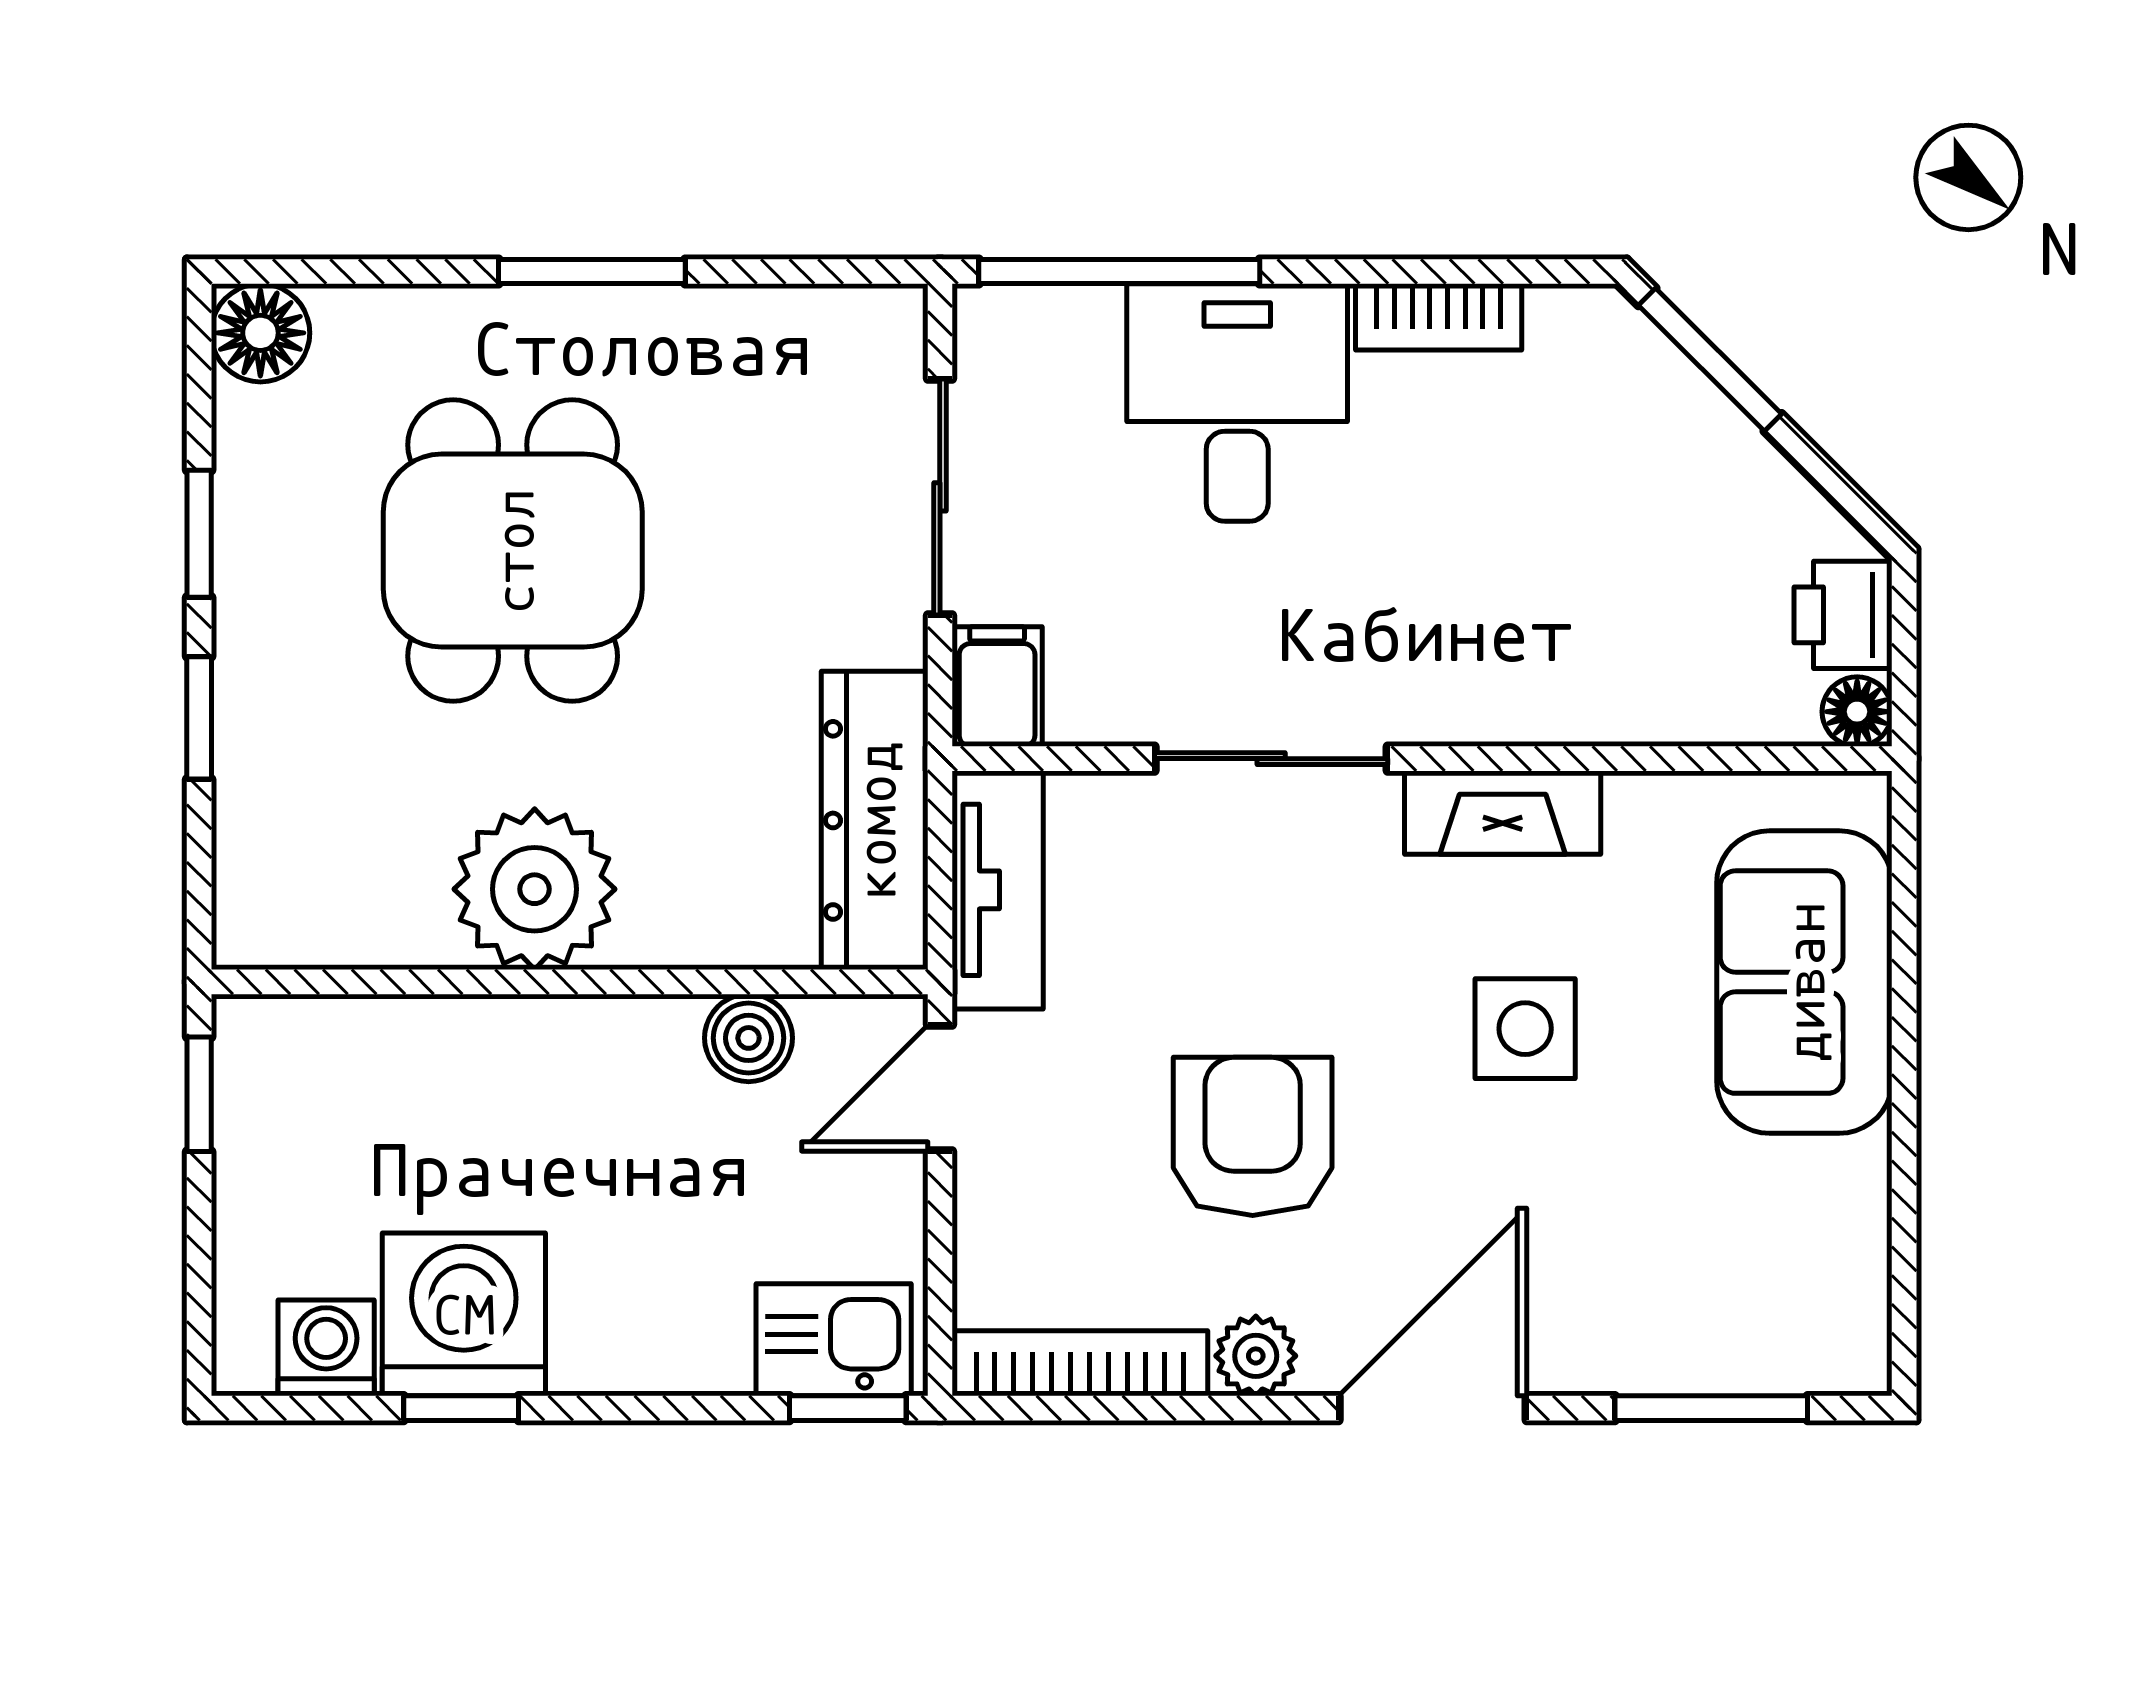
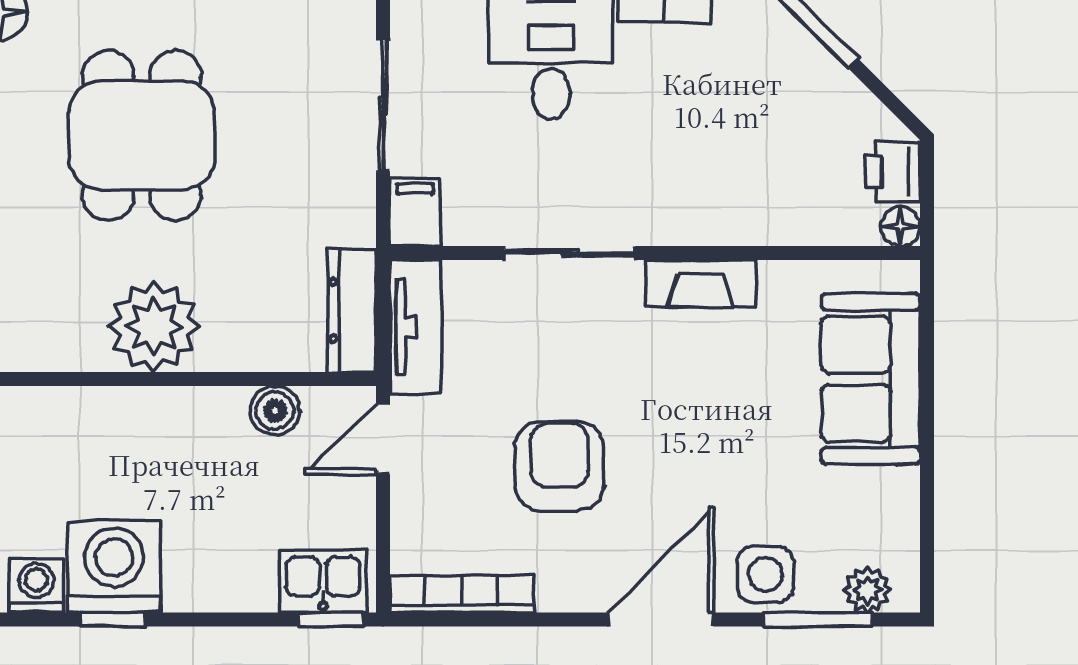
dresser: (875, 820) -> (352, 310), width x0.73, depth x0.80
side table: (1525, 1029) -> (765, 574), moved
plant: (1256, 1356) -> (867, 590), moved

